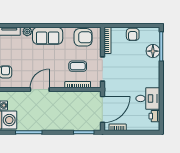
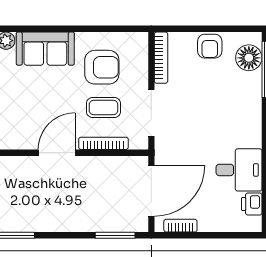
armchair: (83, 37) -> (102, 67), moved
floor lamp: (153, 51) -> (249, 58), moved
door: (40, 90) -> (57, 153), moved

